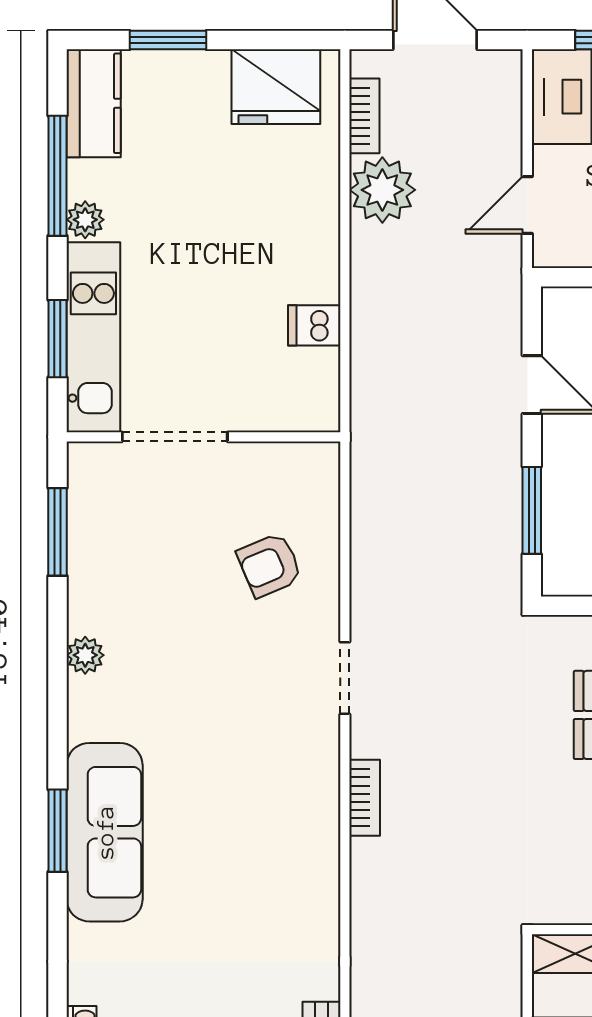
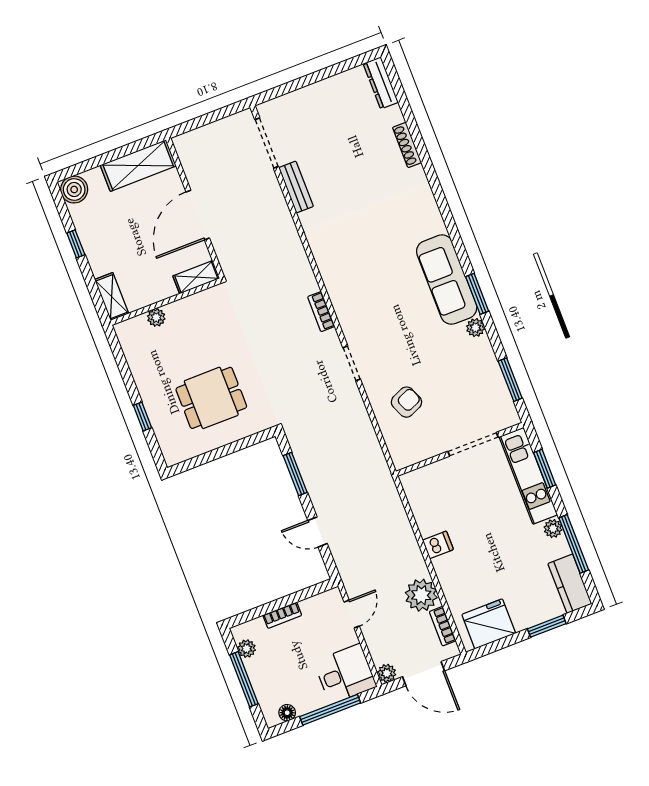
plant: (504, 68) -> (387, 673), added
dishwasher: (314, 325) -> (438, 545), moved
window: (57, 831) -> (477, 294), moved
sofa: (105, 832) -> (447, 280), moved

